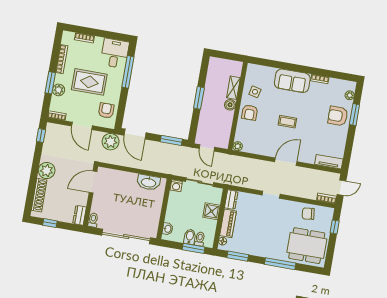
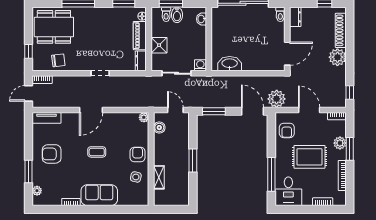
boiler: (230, 105) -> (159, 128), moved
armchair: (338, 116) -> (52, 154), moved, turned 180

